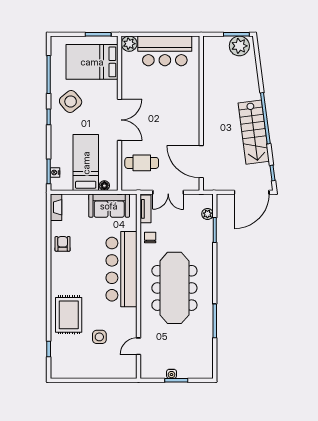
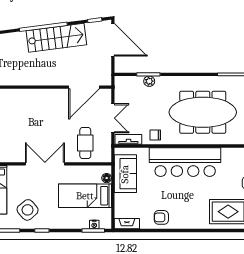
plant: (207, 214) -> (149, 81), moved

